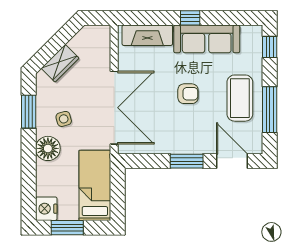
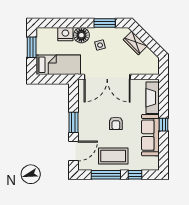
window: (270, 47) -> (135, 175), moved
nightstand: (46, 209) -> (65, 34), moved

